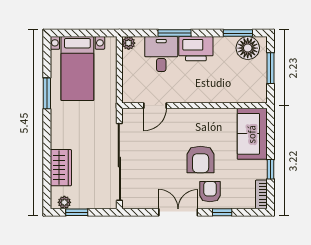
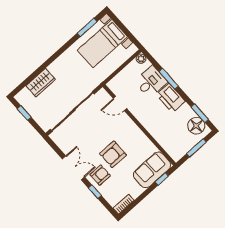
window: (47, 93) -> (87, 27), moved
window: (271, 169) -> (162, 179), moved
plant: (64, 202) -> (24, 101), removed

